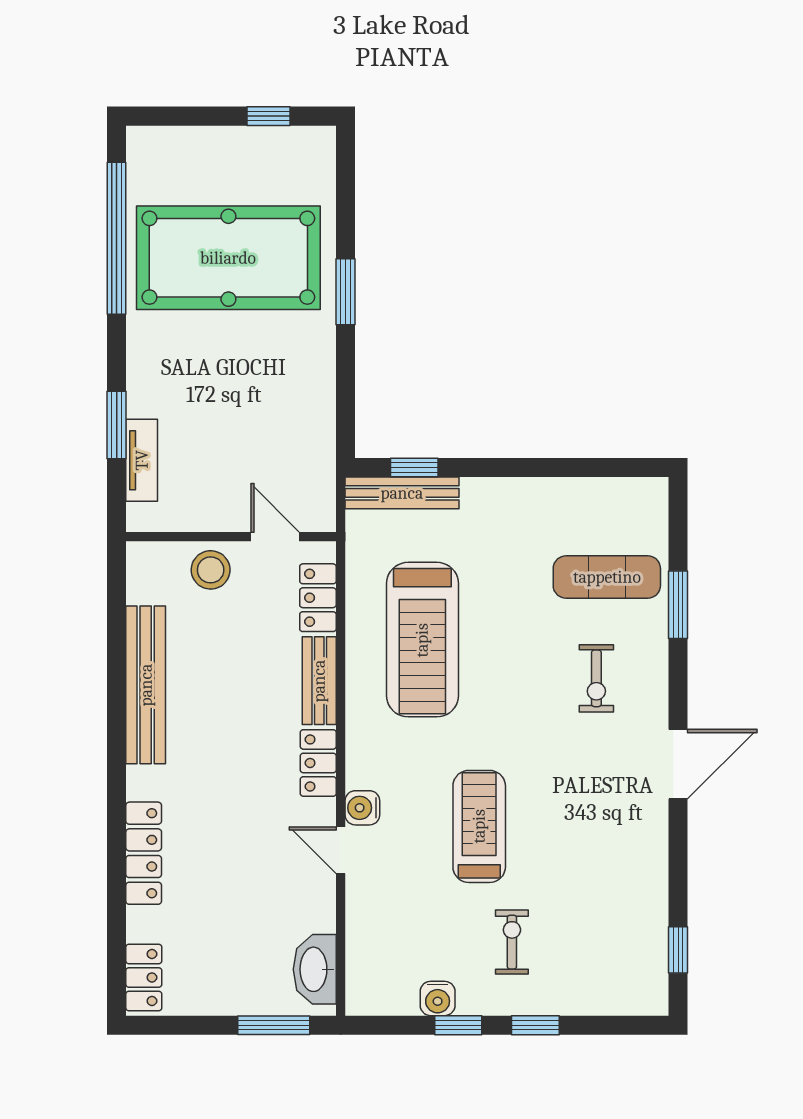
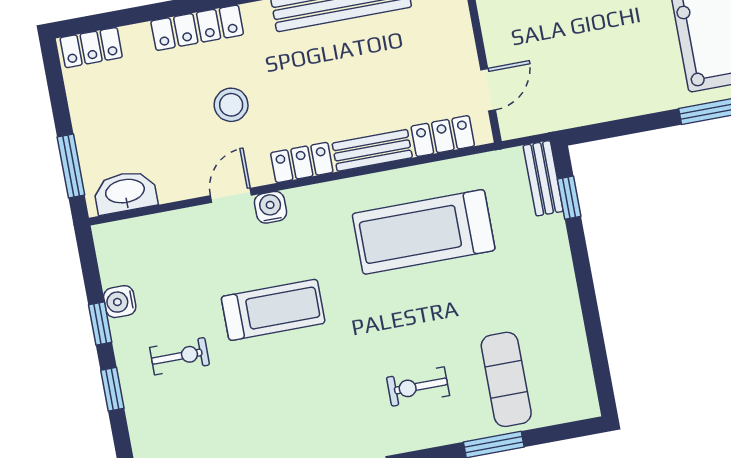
bench: (402, 493) -> (543, 178), width x0.73
stool: (211, 570) -> (231, 105), moved

